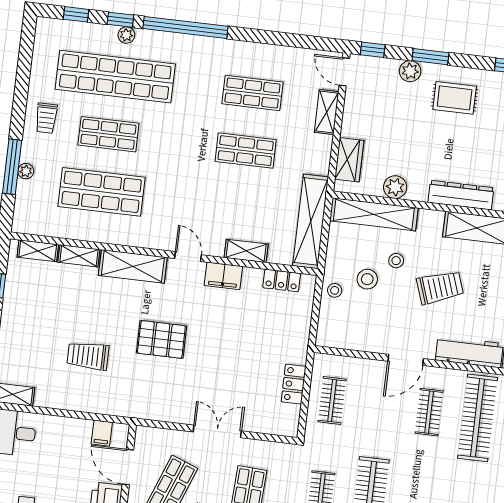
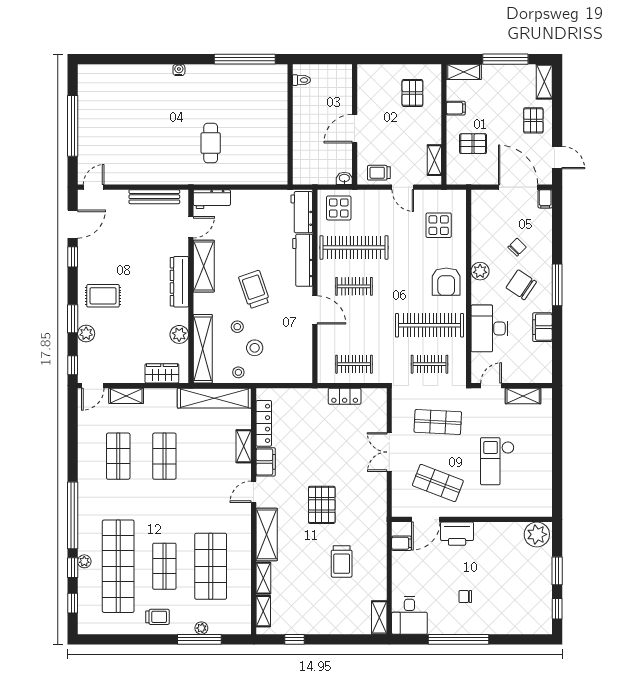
rug: (455, 98) -> (103, 296), turned 90
locker: (282, 280) -> (264, 423), width x1.53
stool: (335, 290) -> (238, 372), moved

